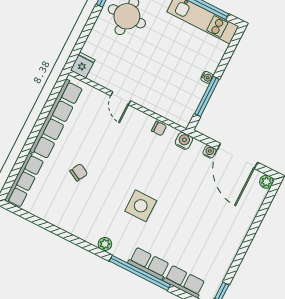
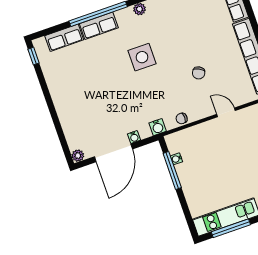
water cooler: (207, 77) -> (176, 159), moved
door: (237, 156) -> (113, 153), swing flipped
chair: (79, 172) -> (199, 73), moved

